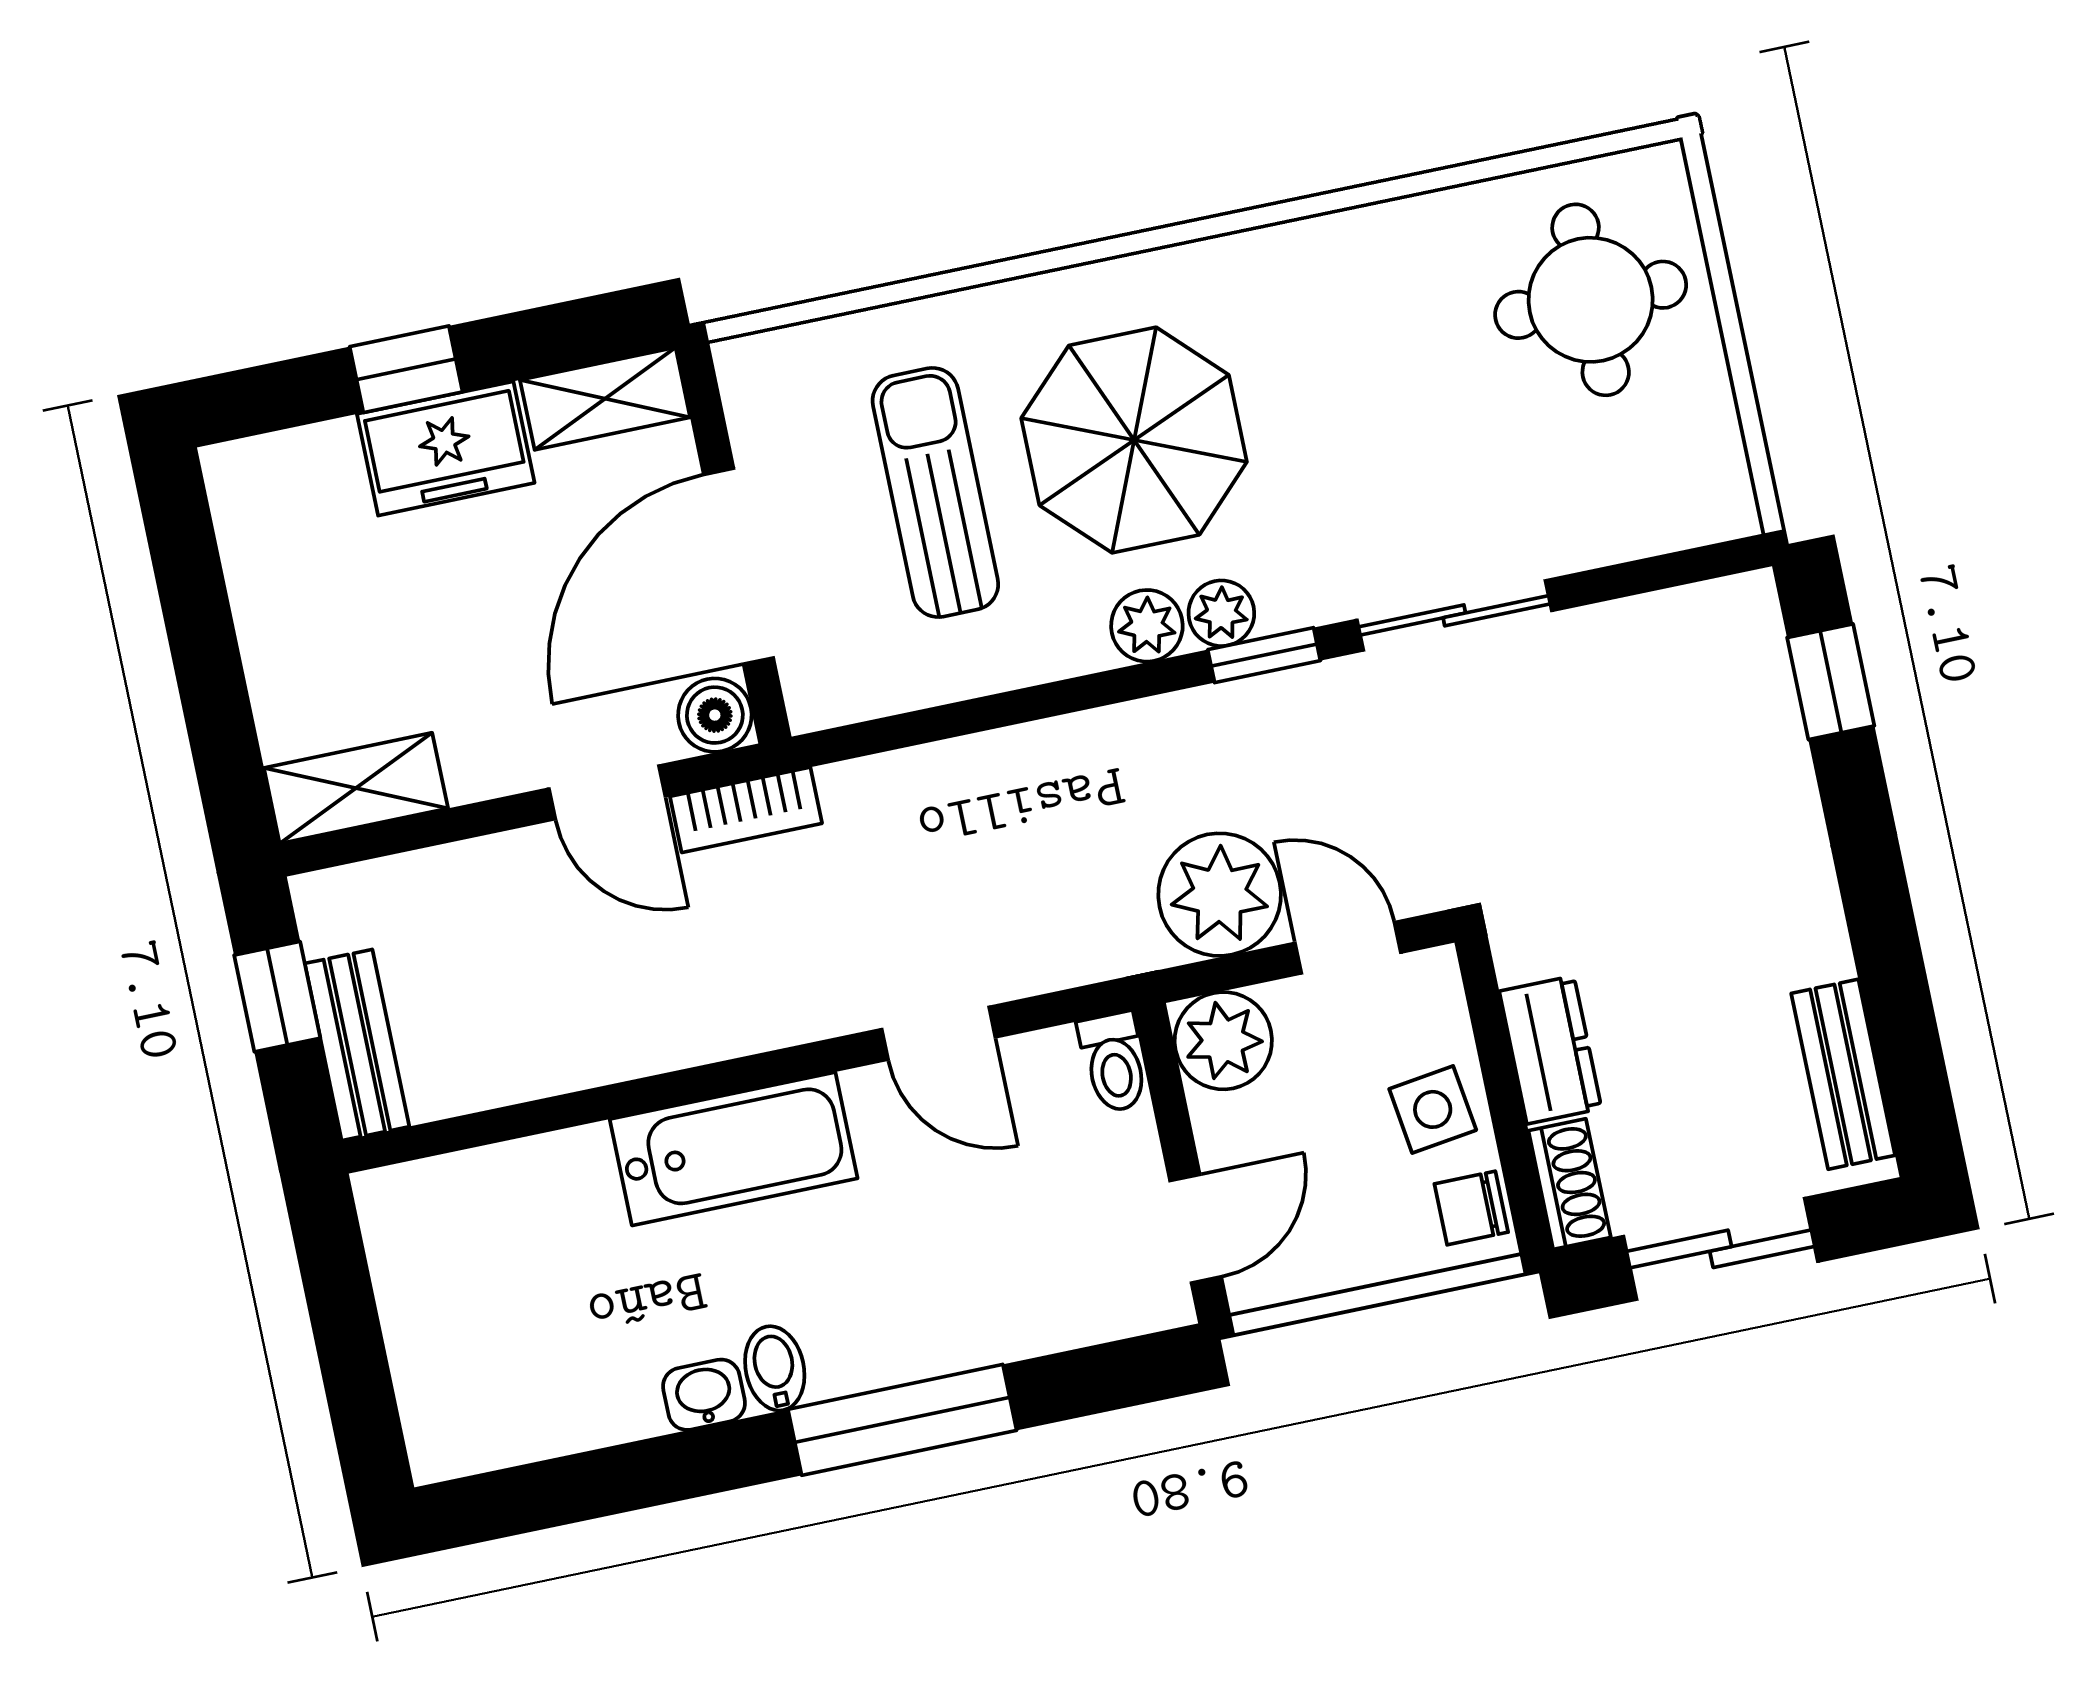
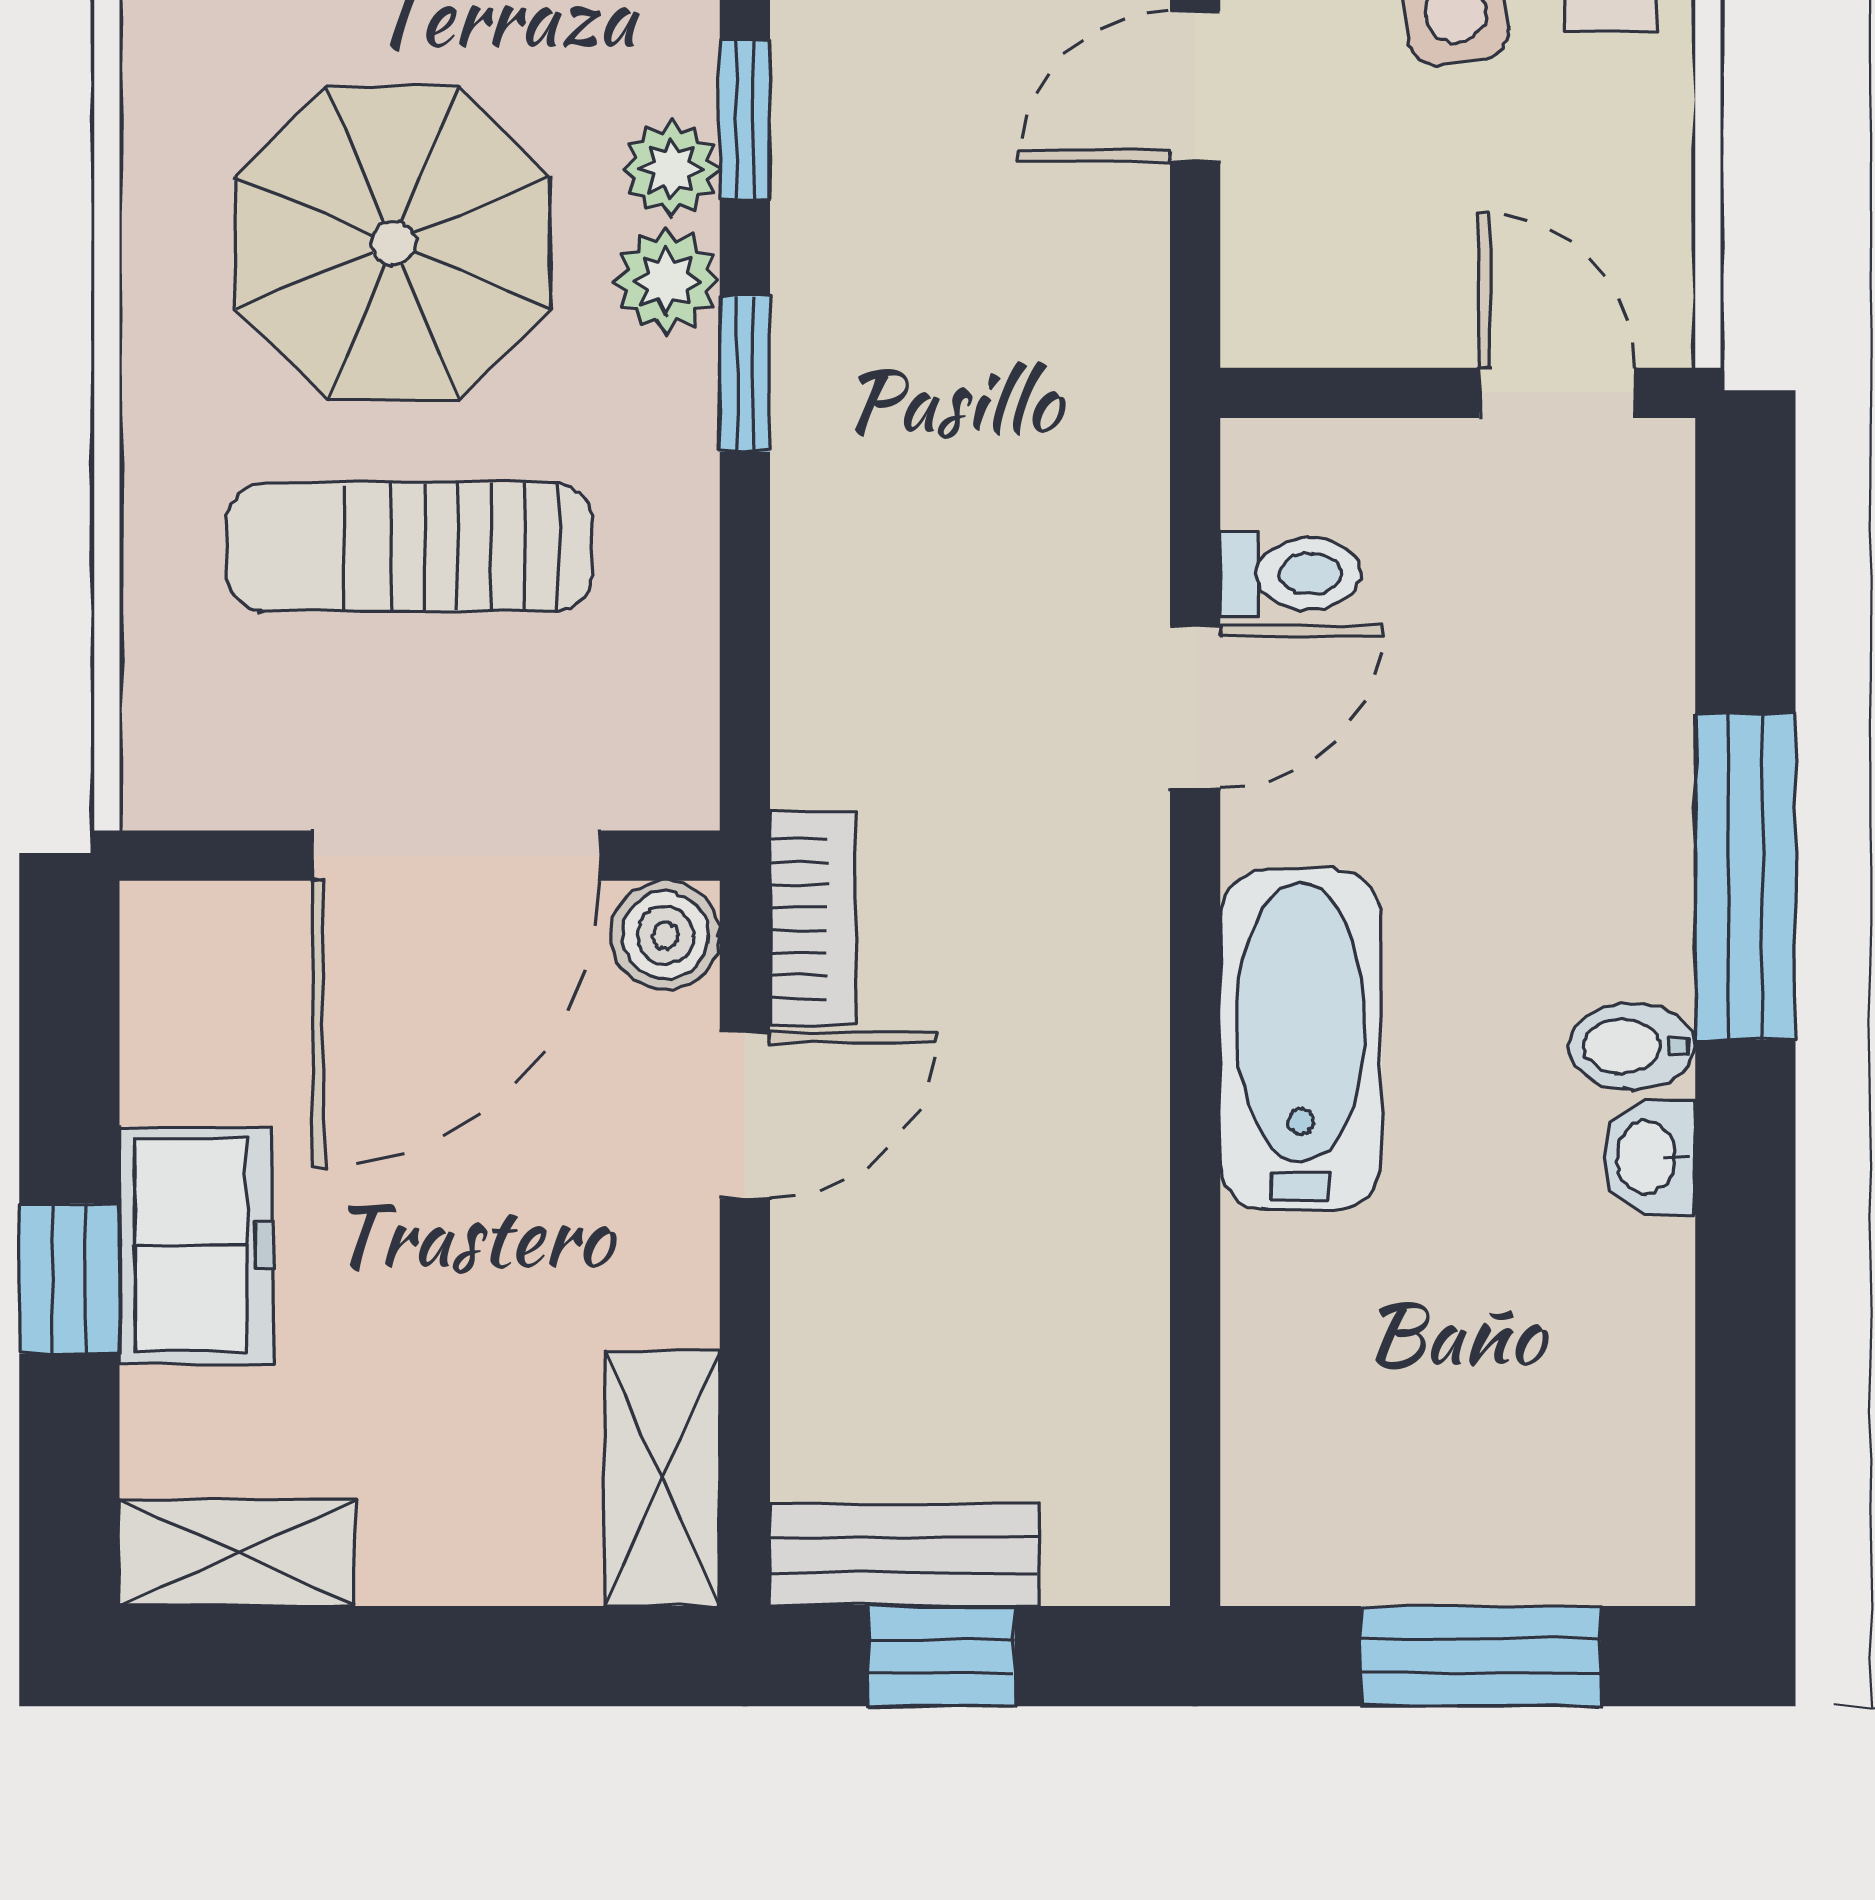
shelving: (605, 399) -> (237, 1553), moved, turned 90
door: (739, 566) -> (456, 856), hinge flipped
window: (1096, 690) -> (745, 374), added
plant: (1220, 895) -> (1079, 257), removed
plant: (1223, 1041) -> (1292, 296), removed
bench: (357, 1045) -> (904, 1555), moved
toilet: (1114, 1062) -> (1290, 574), moved
window: (352, 1353) -> (1481, 1656), added

